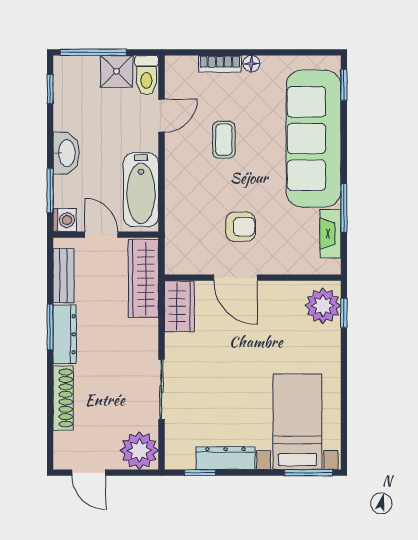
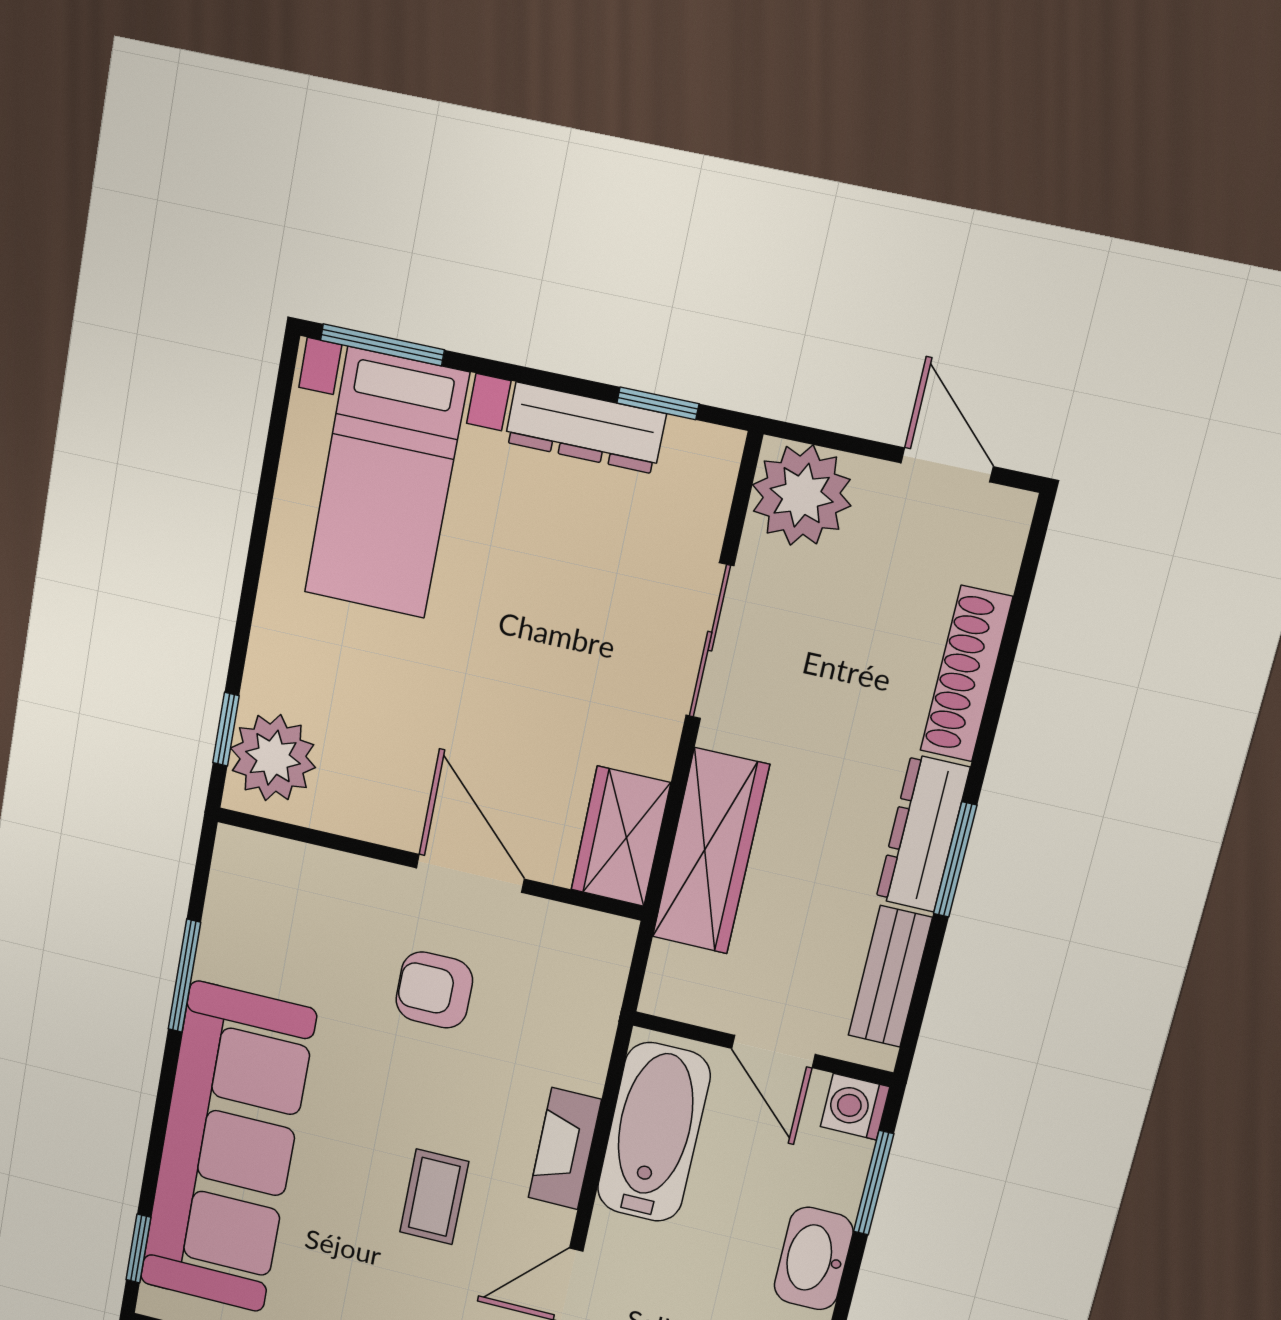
fireplace: (330, 234) -> (565, 1149), moved, turned 180
wardrobe: (143, 278) -> (711, 851), moved

